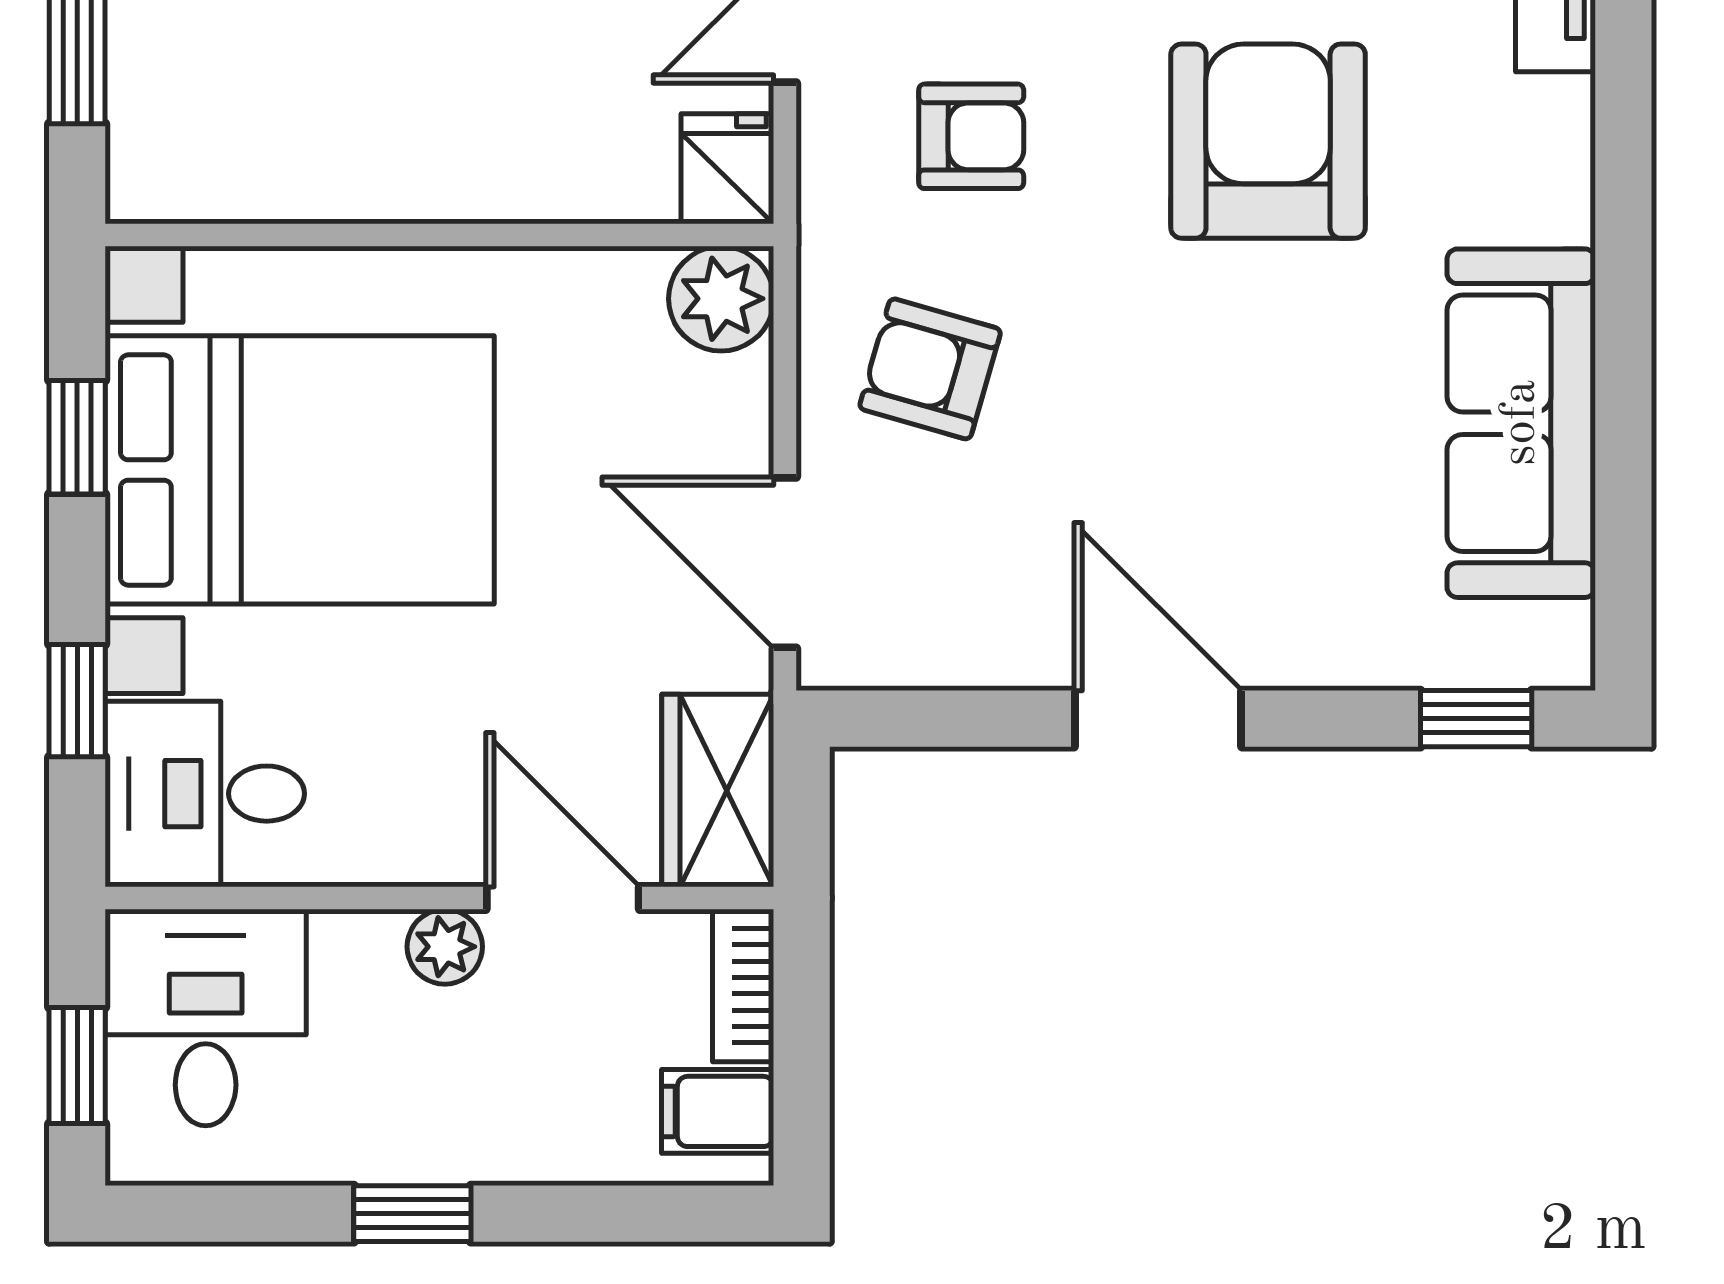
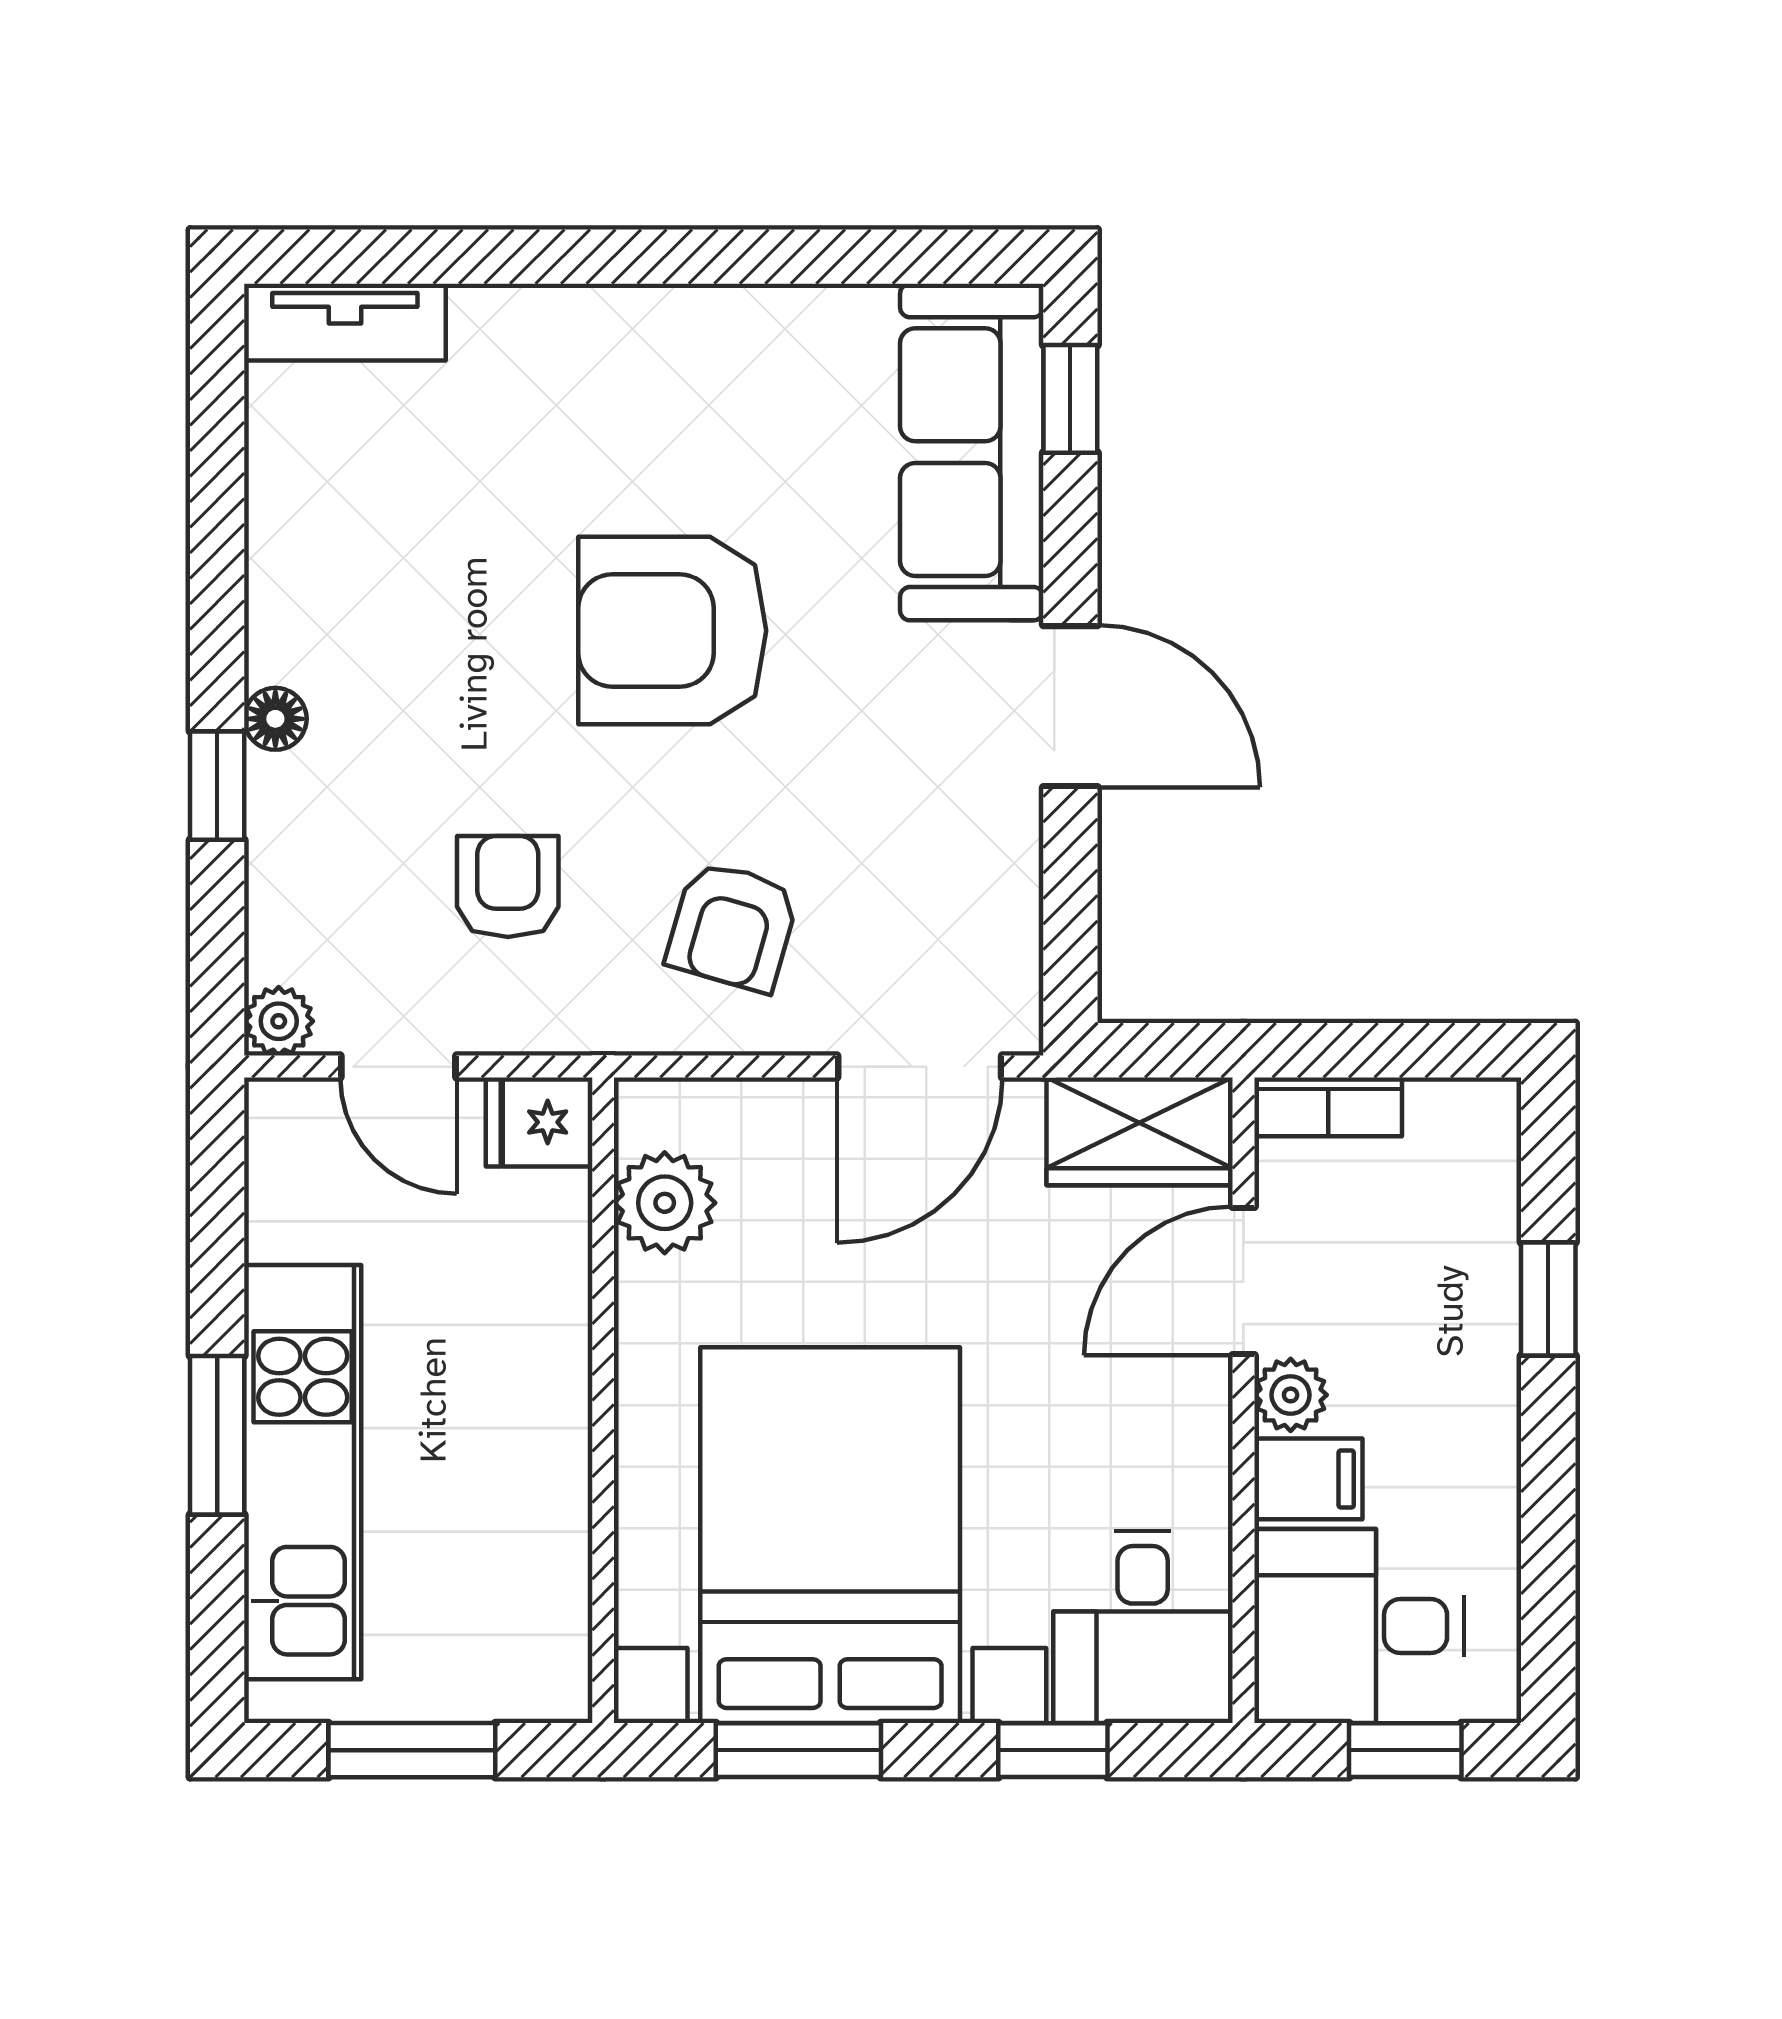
armchair: (1268, 141) -> (672, 631), moved
plant: (721, 299) -> (665, 1203), moved
sofa: (1521, 423) -> (972, 452), moved, turned 90
window: (77, 437) -> (798, 1750), width x1.50
door: (1158, 719) -> (1070, 706), swing flipped
filing cabinet: (718, 1111) -> (1308, 1479), moved, turned -90
window: (412, 1214) -> (1548, 1299), moved

